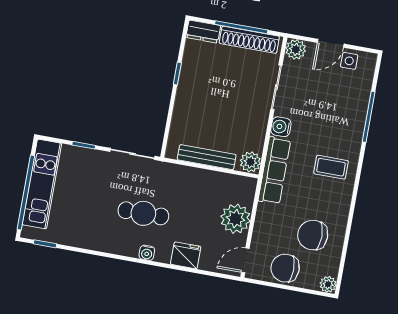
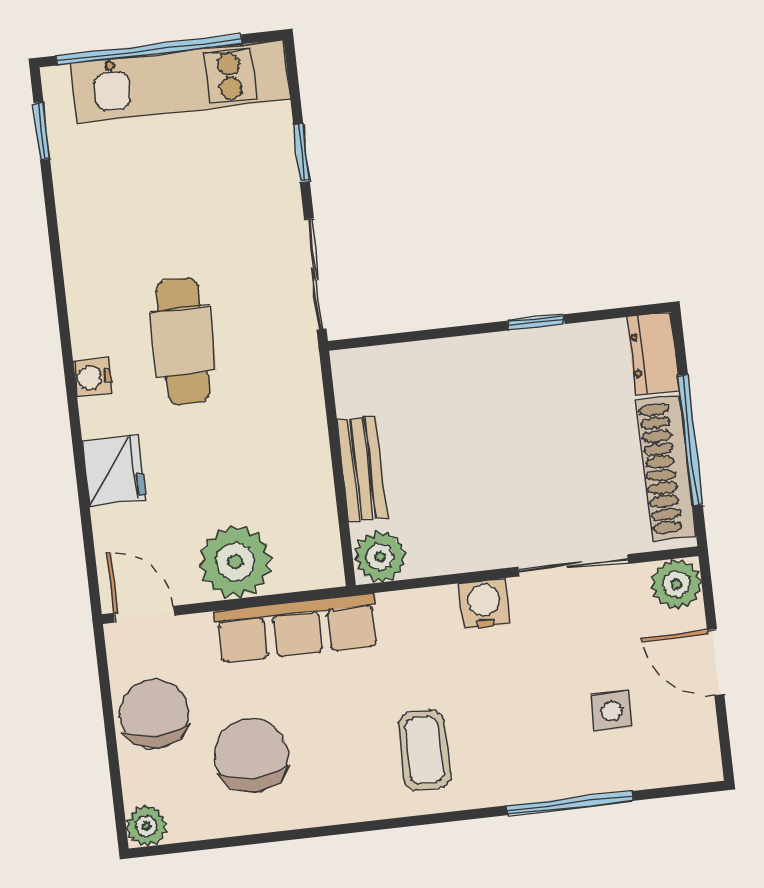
side table: (349, 61) -> (611, 711), moved
bench: (207, 157) -> (362, 469), width x0.73
row of seats: (274, 170) -> (297, 628), moved

